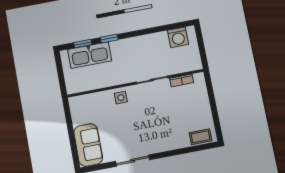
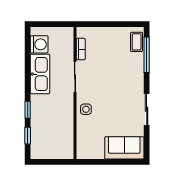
kitchen sink: (90, 55) -> (40, 74), moved
window: (189, 150) -> (147, 55), added

